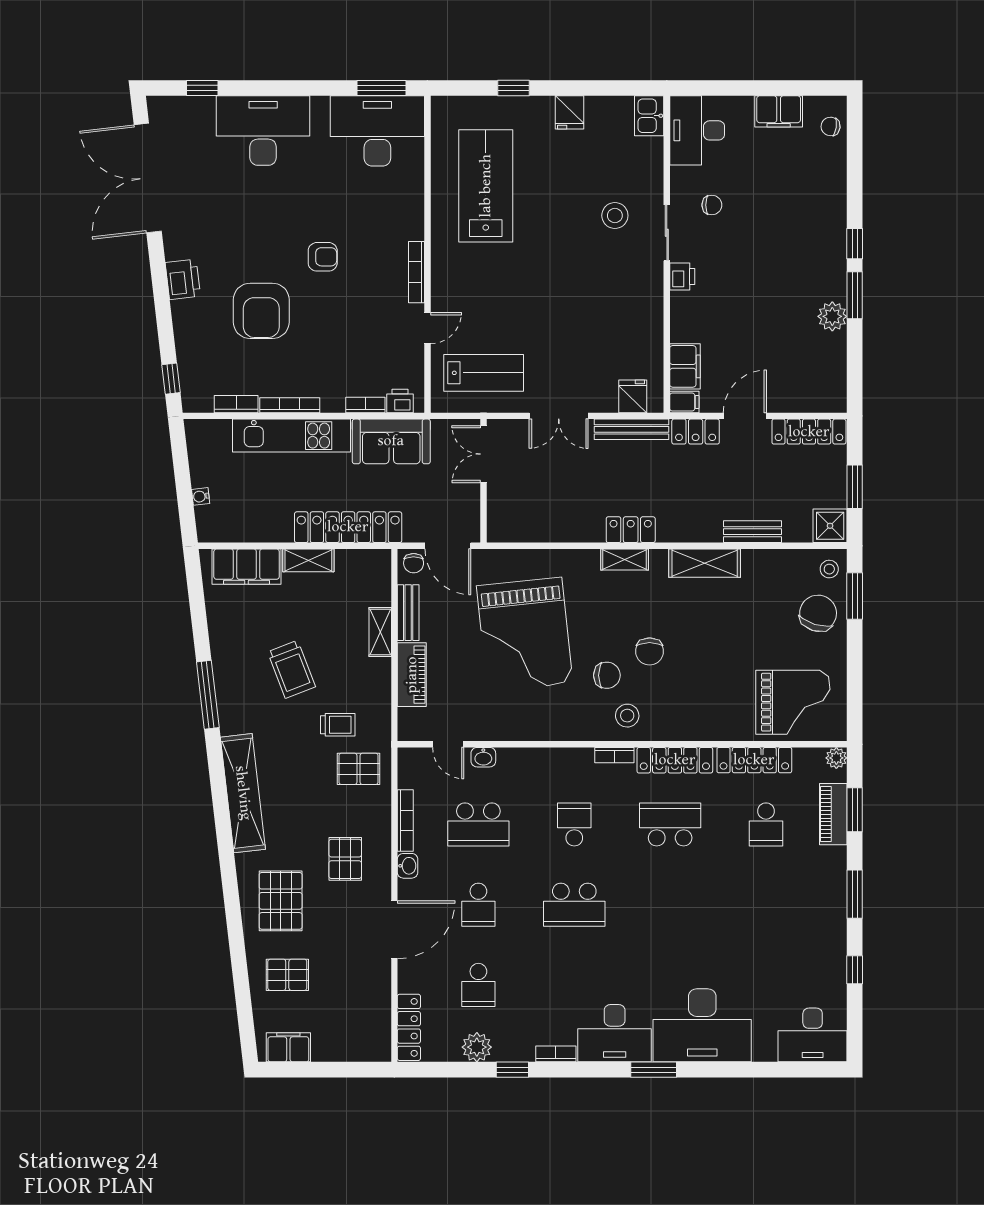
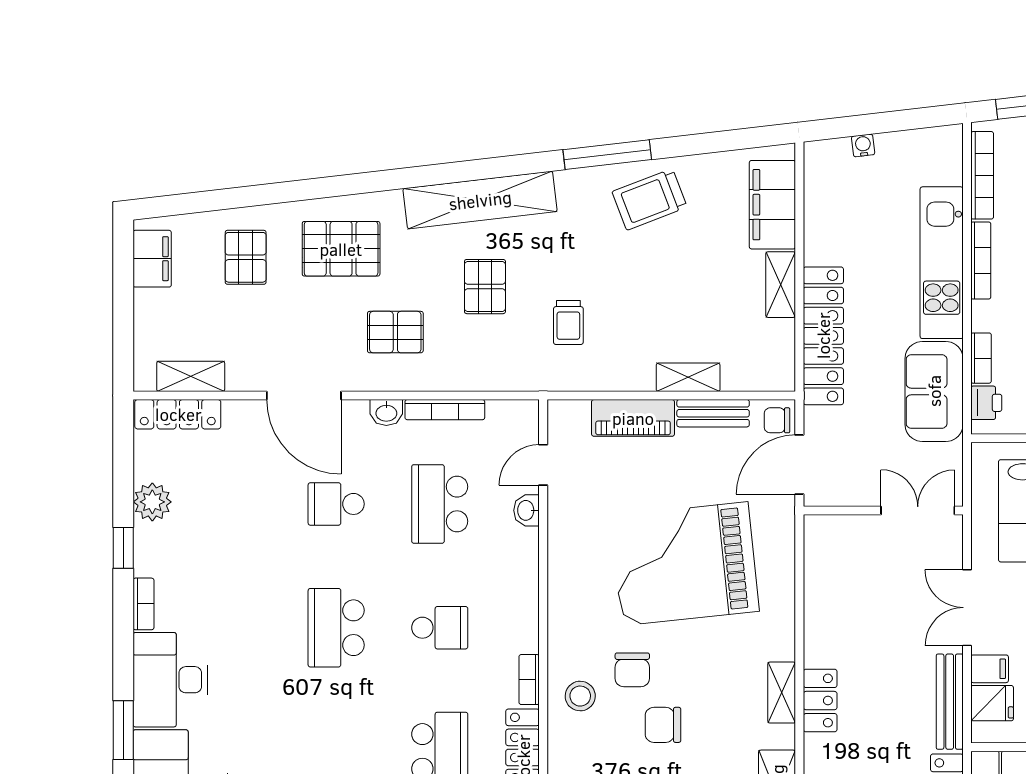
filing cabinet: (606, 398) -> (990, 669), added
bookcase: (236, 404) -> (982, 175), width x1.56
trolley: (291, 669) -> (650, 199), moved
pallet: (358, 769) -> (485, 287), moved
school desk: (478, 985) -> (233, 504), removed
shelving: (380, 1017) -> (191, 376), added

